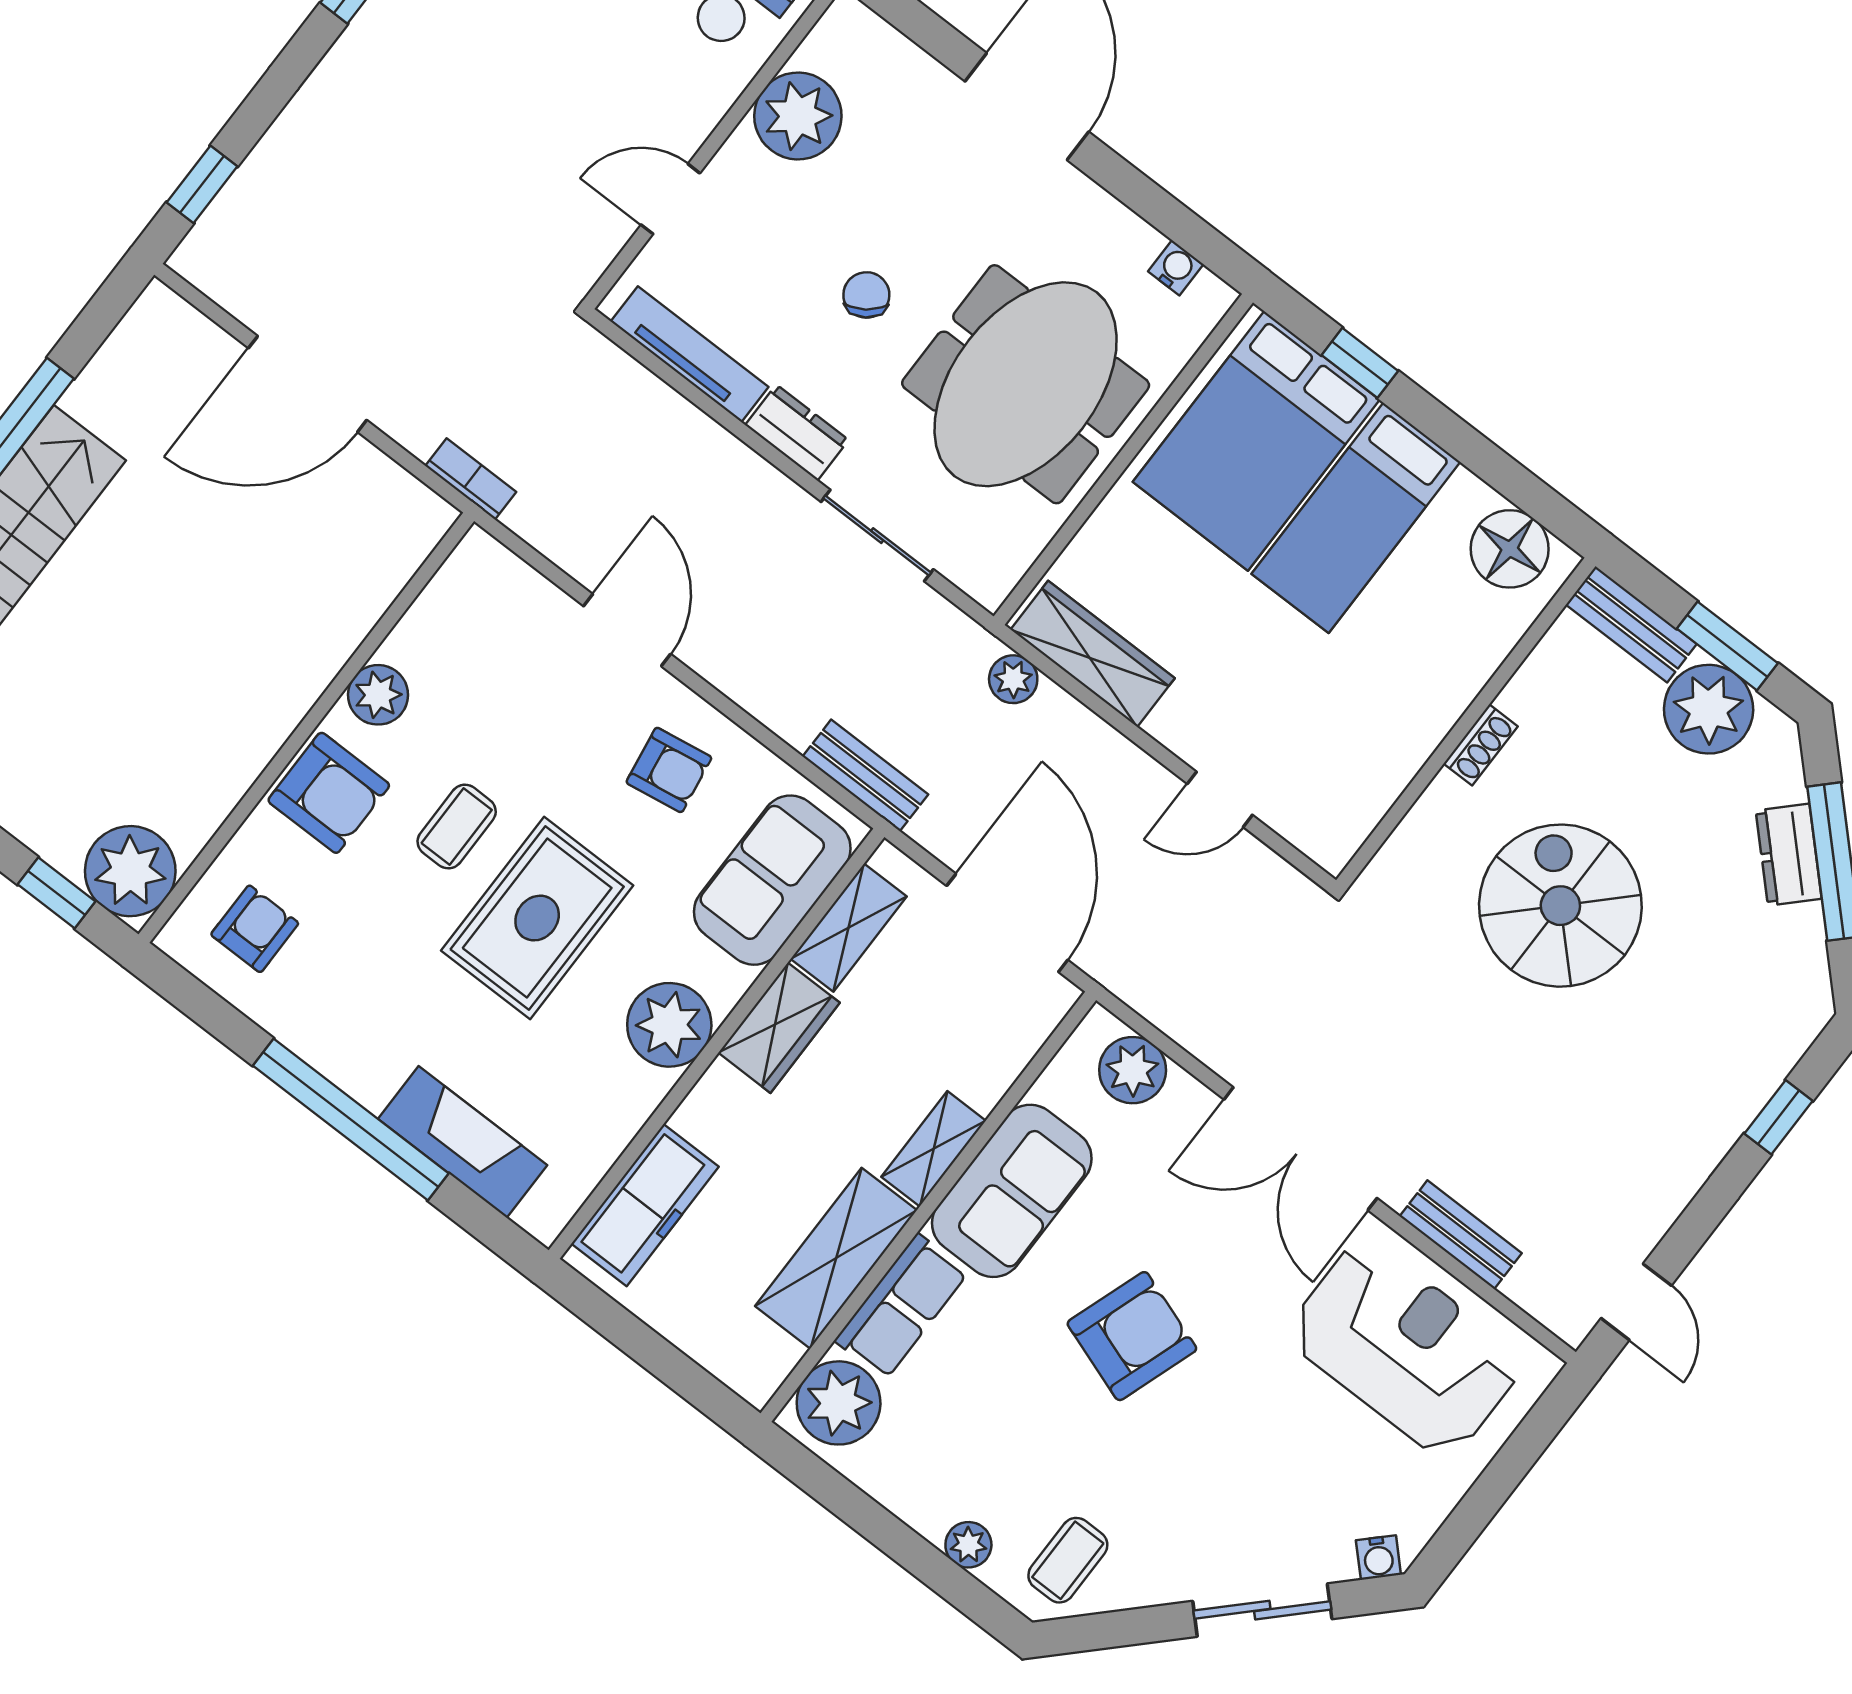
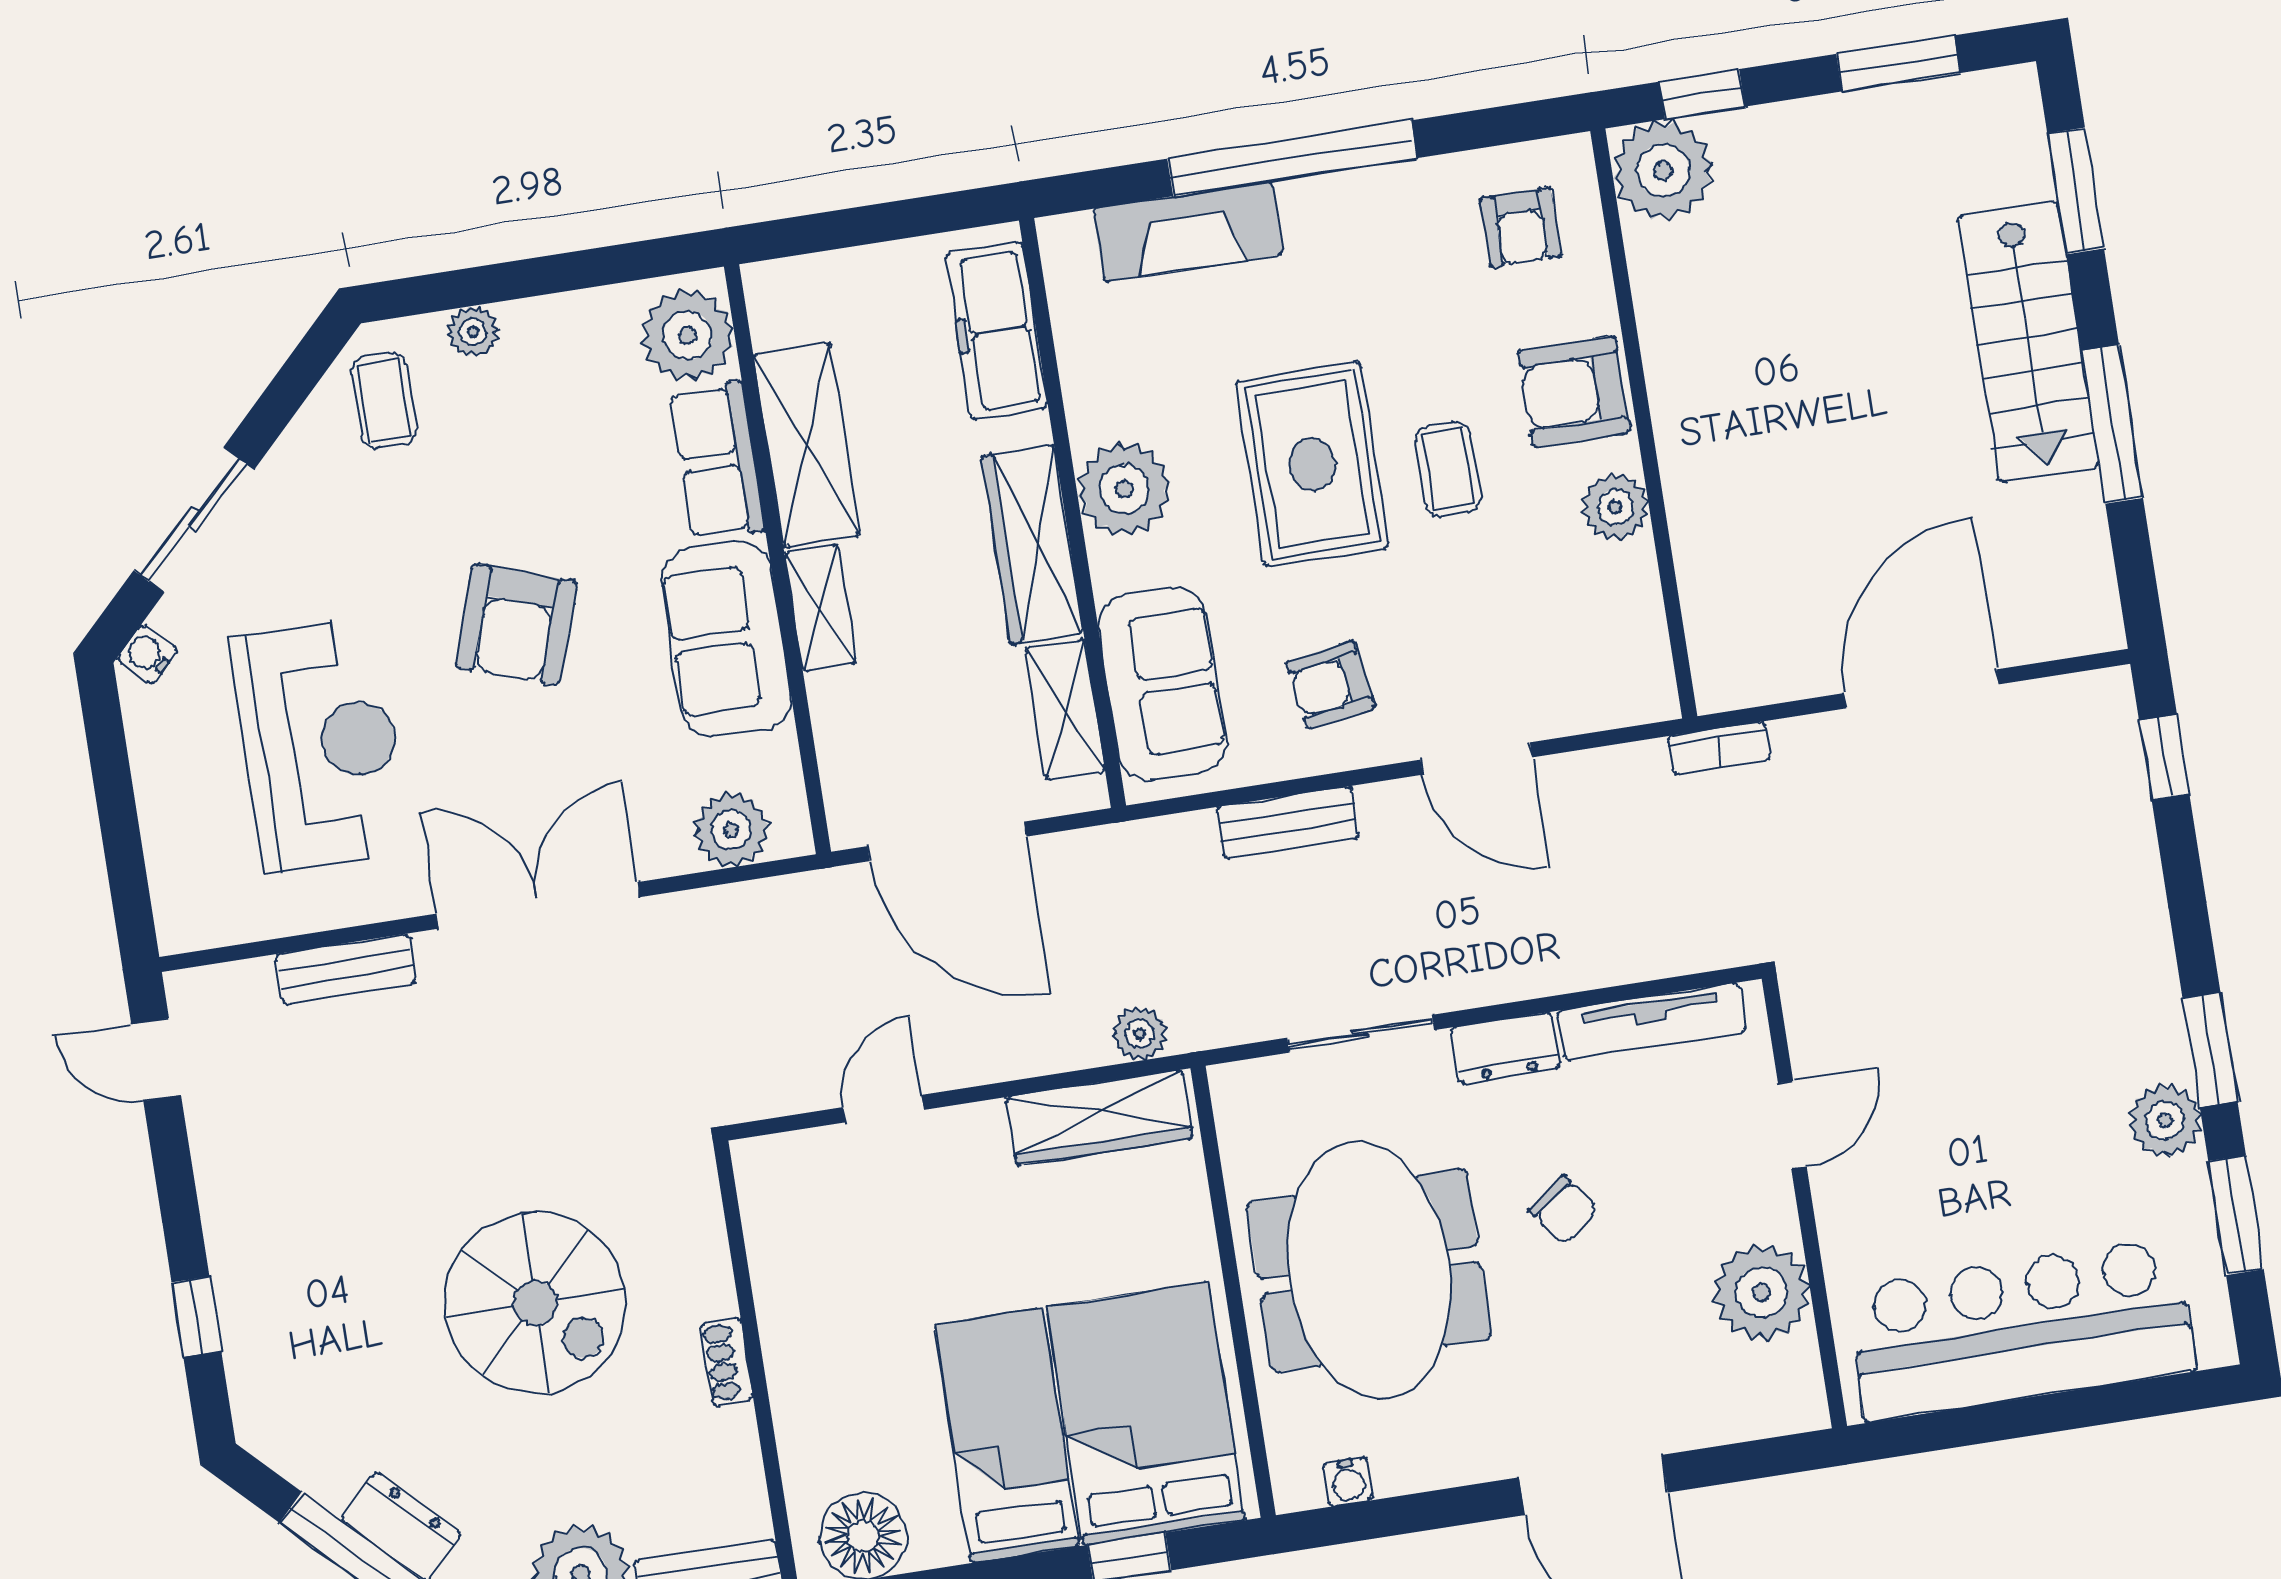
bench: (865, 775) -> (1288, 822), moved
wardrobe: (779, 1028) -> (1032, 544), width x1.50
reception desk: (1405, 1349) -> (320, 745), moved, turned -90

